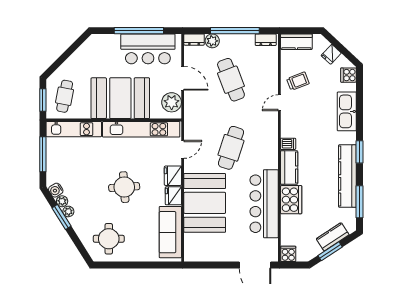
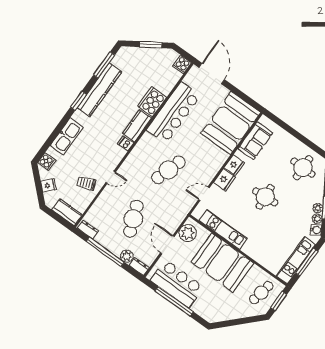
kitchen unit: (74, 129) -> (296, 260), moved, turned -90
kitchen unit: (141, 129) -> (223, 229), width x0.73
booth: (205, 203) -> (231, 123), moved
sofa: (170, 232) -> (255, 141), width x0.73
kitchen counter: (333, 237) -> (141, 54), removed

